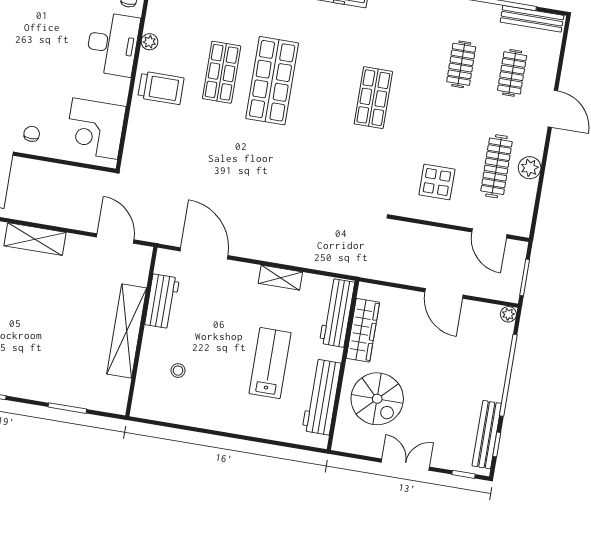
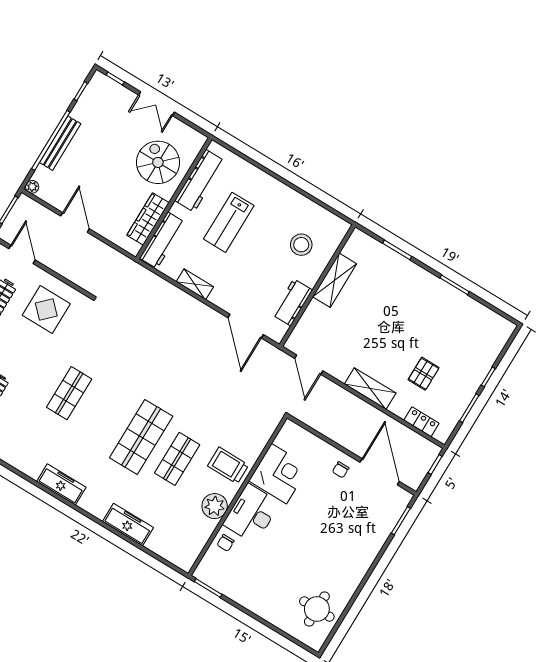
plant: (150, 42) -> (215, 506), width x1.88, depth x1.88
corner desk: (95, 129) -> (279, 474), moved
display table: (437, 182) -> (46, 310), width x1.36, depth x1.36
shelving: (127, 331) -> (335, 280), width x0.68
stool: (178, 371) -> (301, 245), width x1.89, depth x1.89
bench: (487, 435) -> (60, 143), moved

